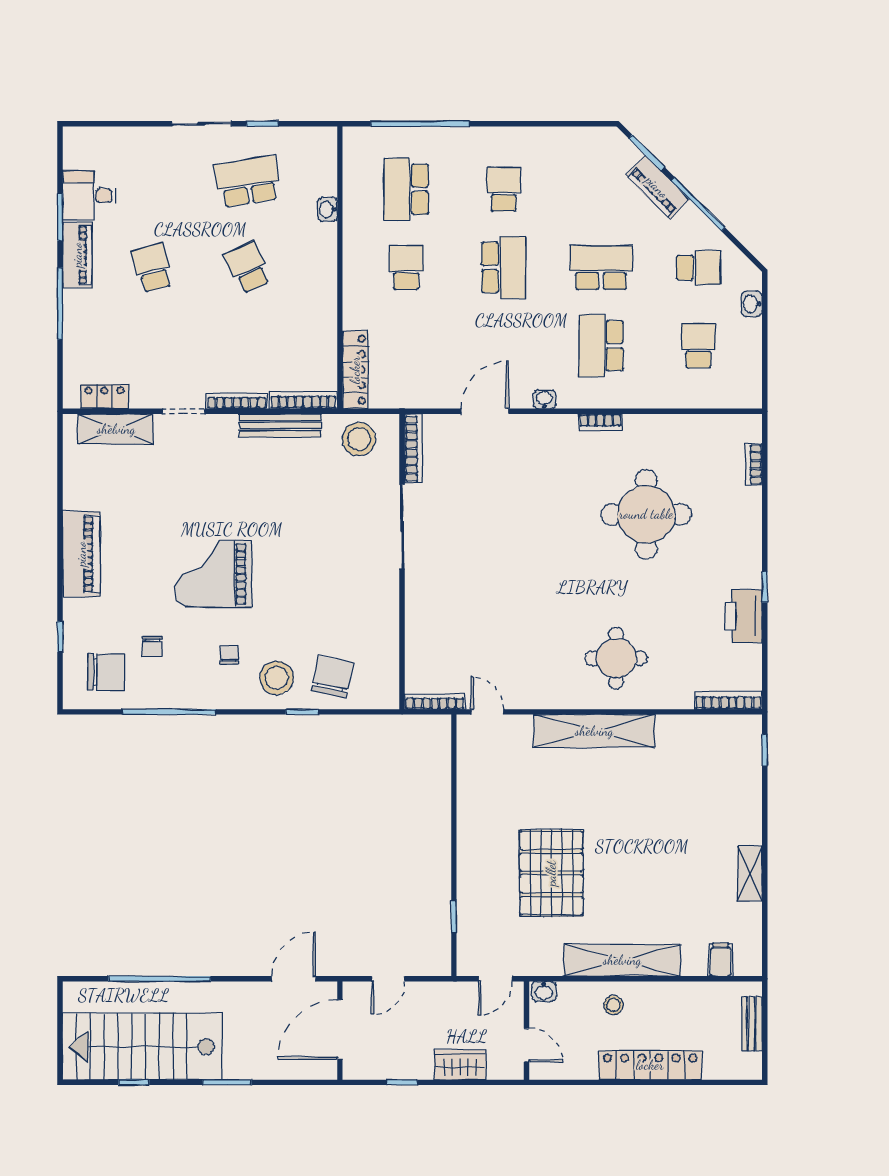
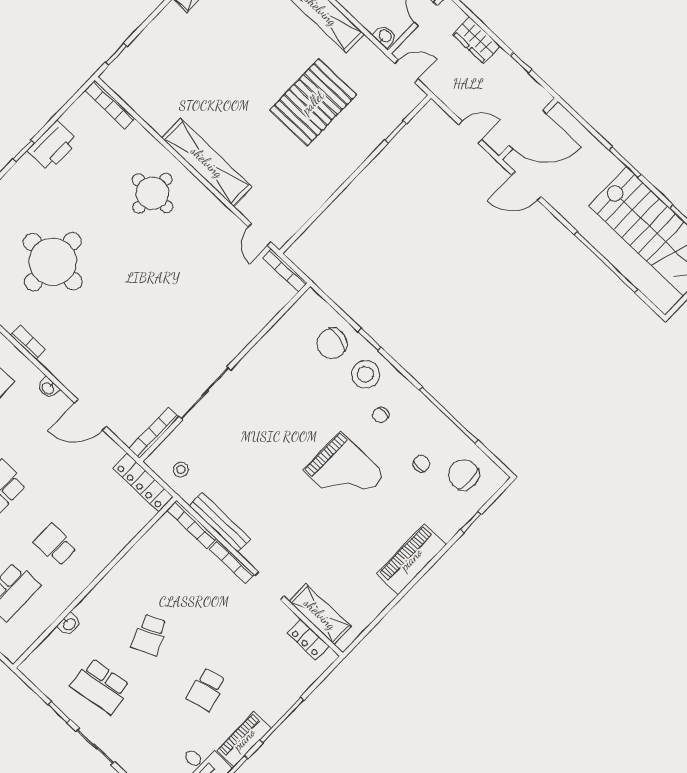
school desk: (406, 267) -> (55, 545), turned 90
locker: (355, 370) -> (143, 483), moved, turned -90
stool: (359, 439) -> (181, 470), width x0.53, depth x0.53

